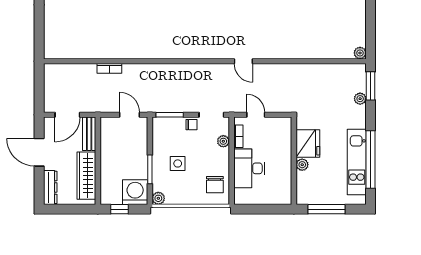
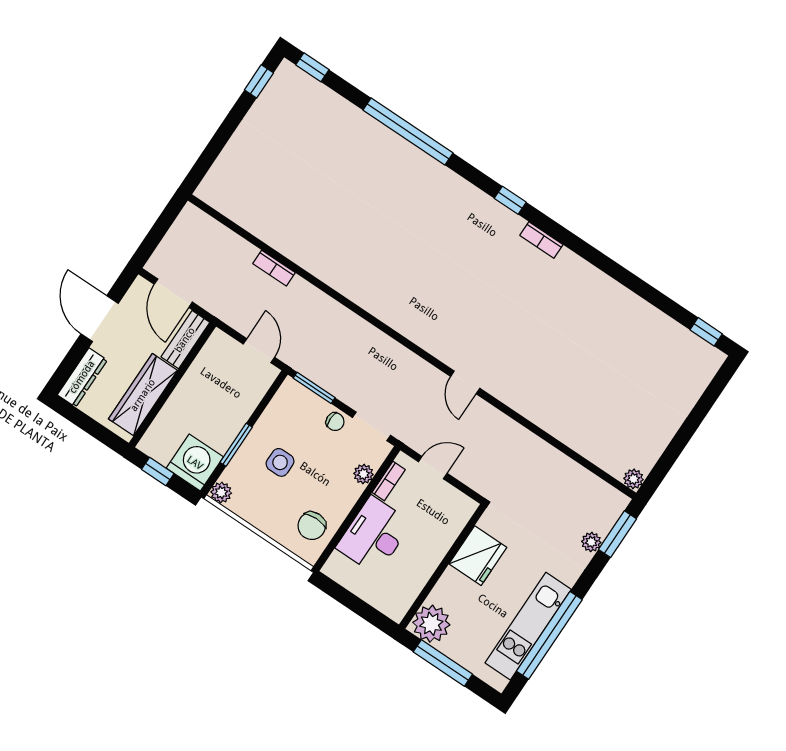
door: (67, 115) -> (173, 293), hinge flipped
door: (256, 115) -> (433, 468), hinge flipped
plant: (302, 165) -> (431, 624), moved, width x1.88, depth x1.88

